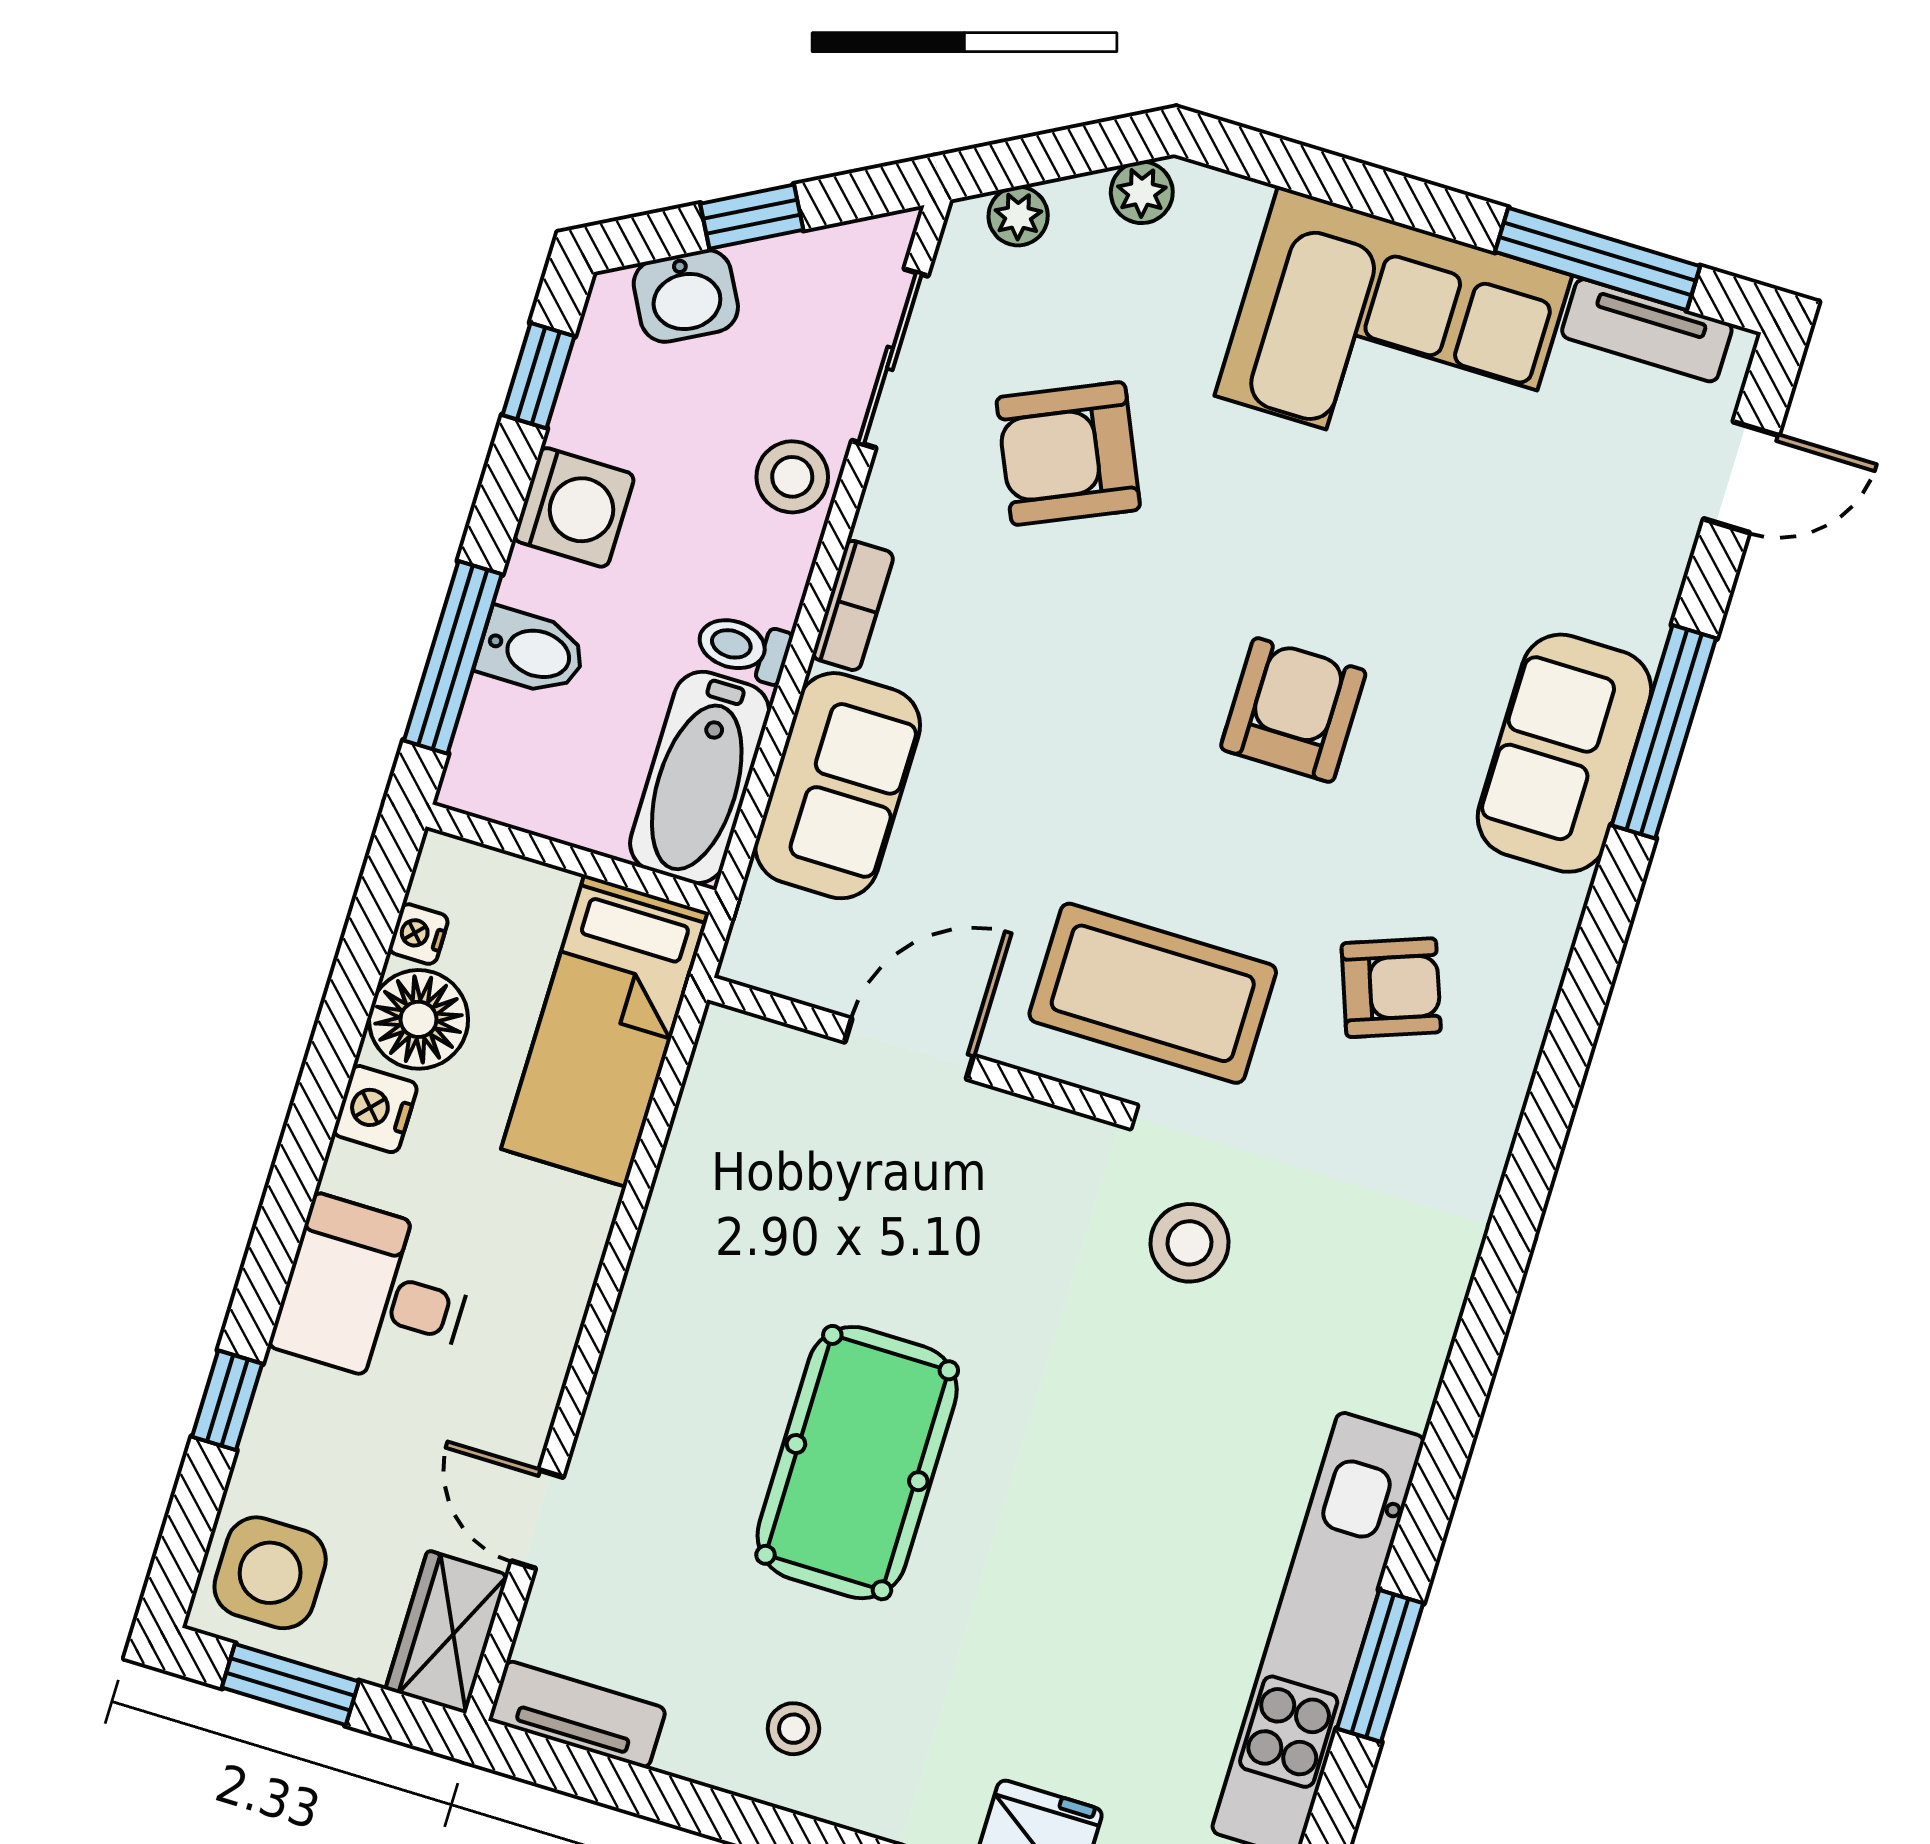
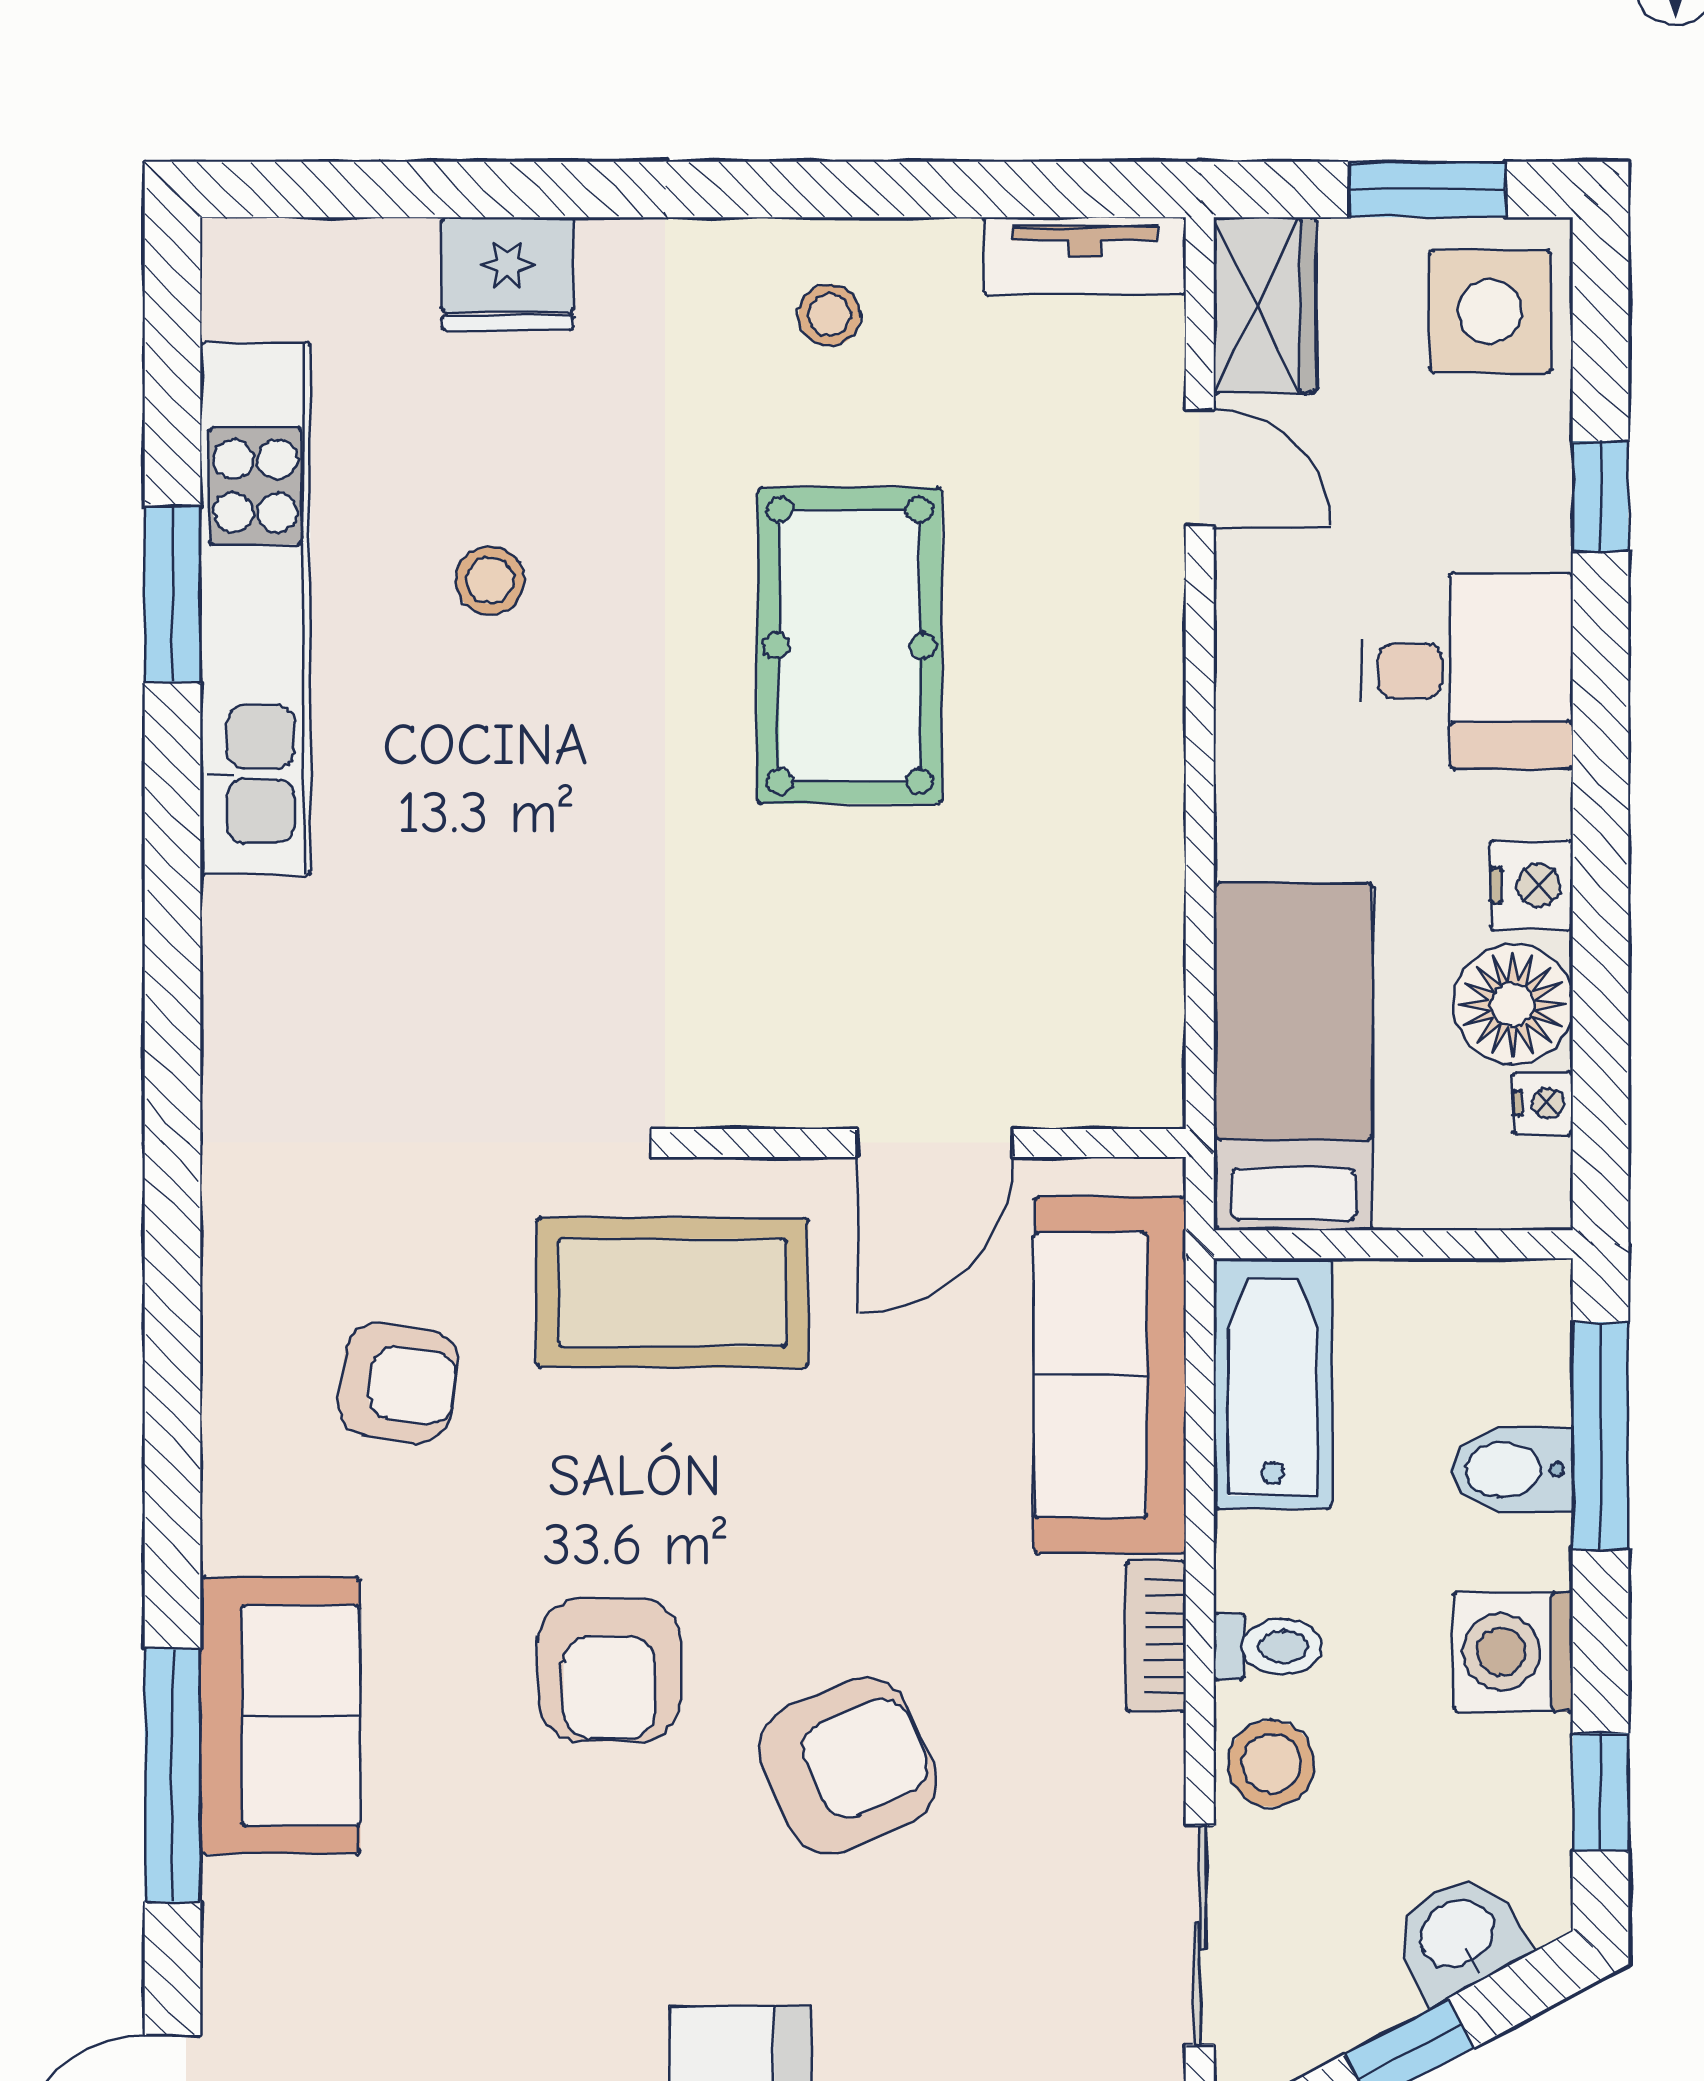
armchair: (1068, 453) -> (848, 1766), moved
toilet: (743, 648) -> (1268, 1647), moved
sofa: (838, 786) -> (1110, 1375), width x1.36
armchair: (1391, 988) -> (398, 1383), turned -152
stool: (1190, 1243) -> (490, 580), moved, width x0.73, depth x0.73

